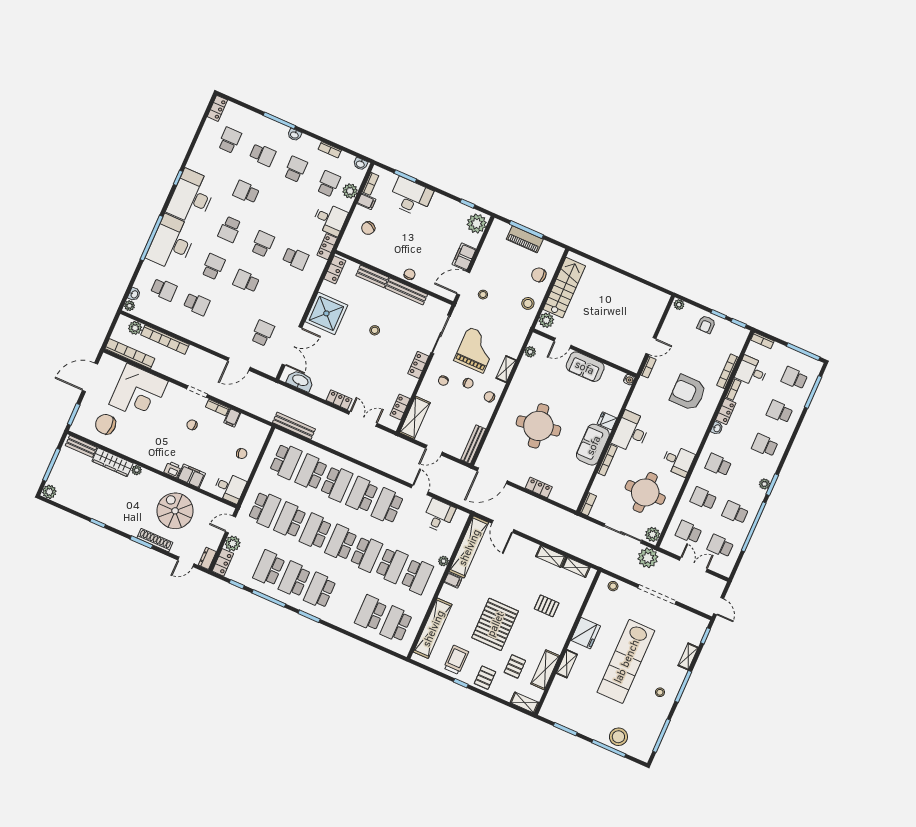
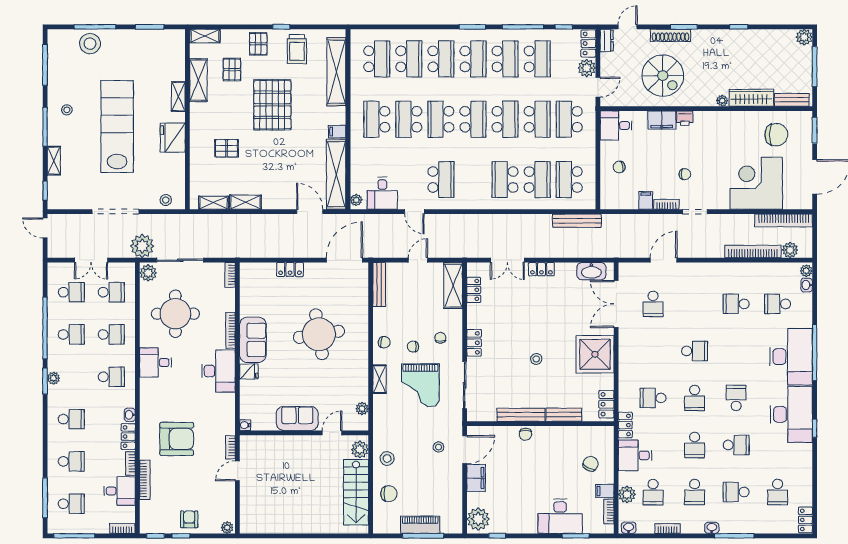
school desk: (213, 267) -> (695, 445), moved
school desk: (362, 495) -> (441, 59), moved
plant: (444, 561) -> (356, 200), moved

